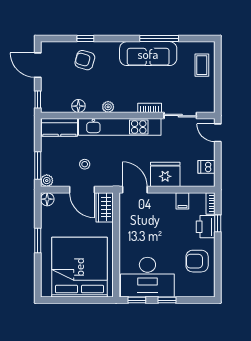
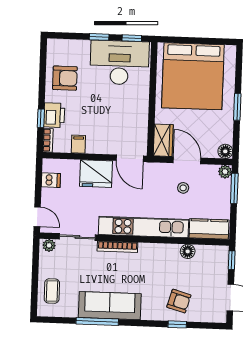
plant: (108, 107) -> (49, 245), moved
bookcase: (150, 108) -> (117, 247), width x1.56

